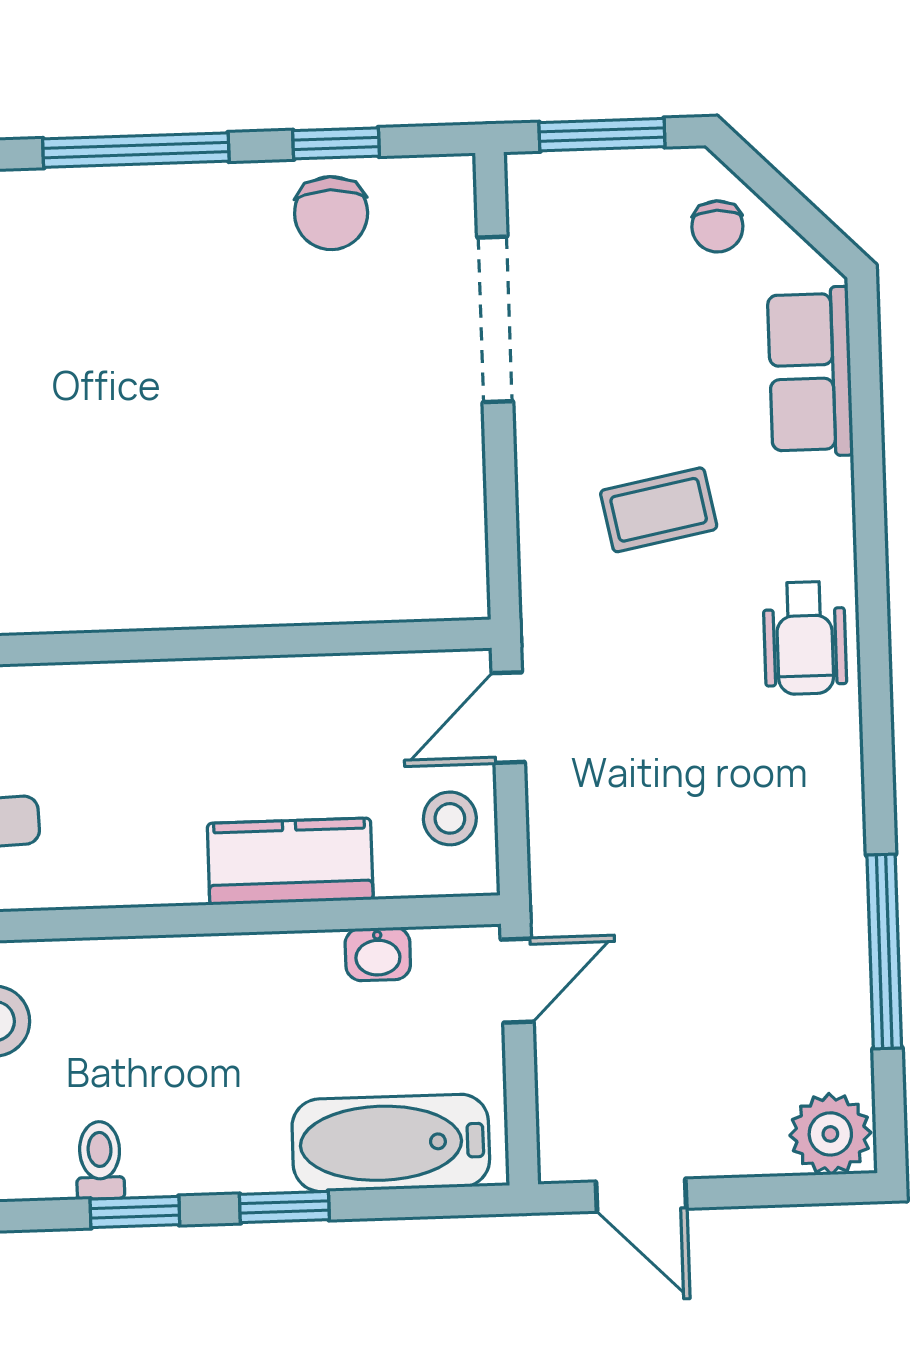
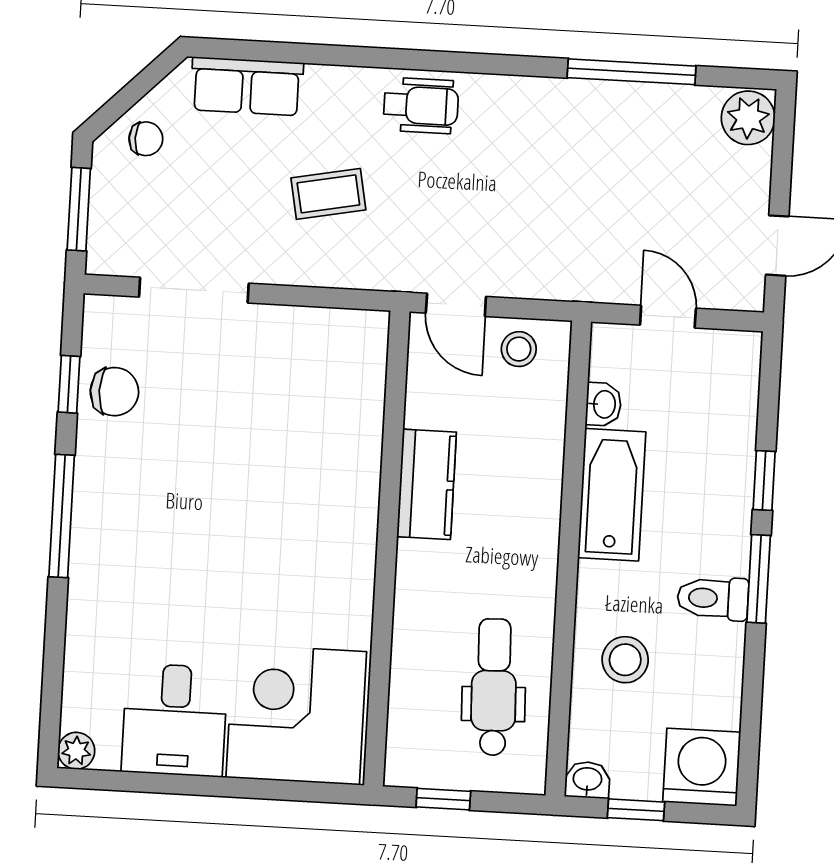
coffee table: (659, 510) -> (328, 194), turned 90
kitchen counter: (290, 861) -> (427, 484), moved, turned 180
door: (517, 981) -> (668, 317), moved
bathtub: (391, 1143) -> (612, 495), moved, turned 180
toilet: (100, 1160) -> (713, 598), width x1.37, depth x1.39
window: (135, 1212) -> (759, 579), width x1.50

